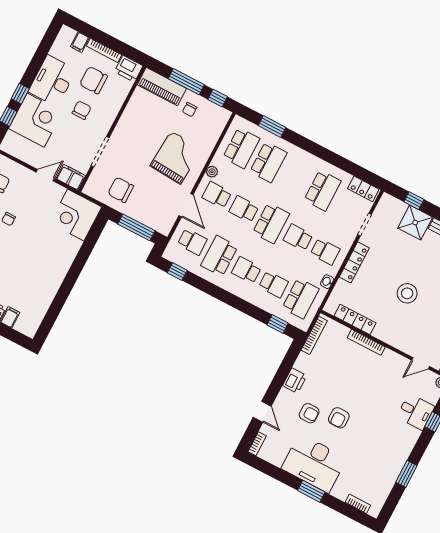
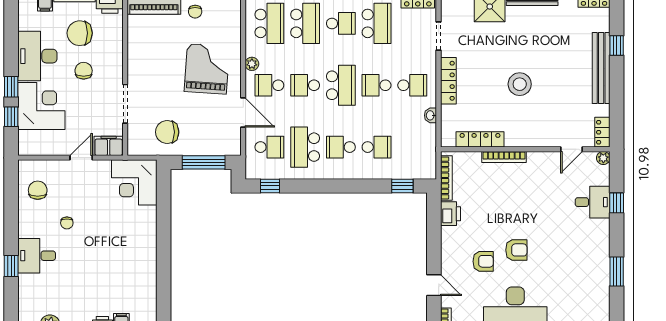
school desk: (301, 298) -> (341, 23), moved, width x0.54
printer: (295, 381) -> (450, 214), moved
armchair: (339, 418) -> (516, 250), turned -90

